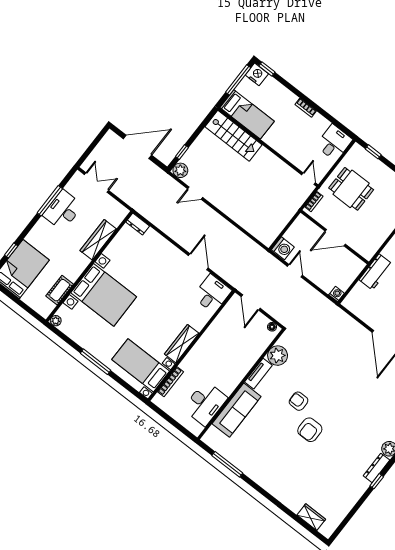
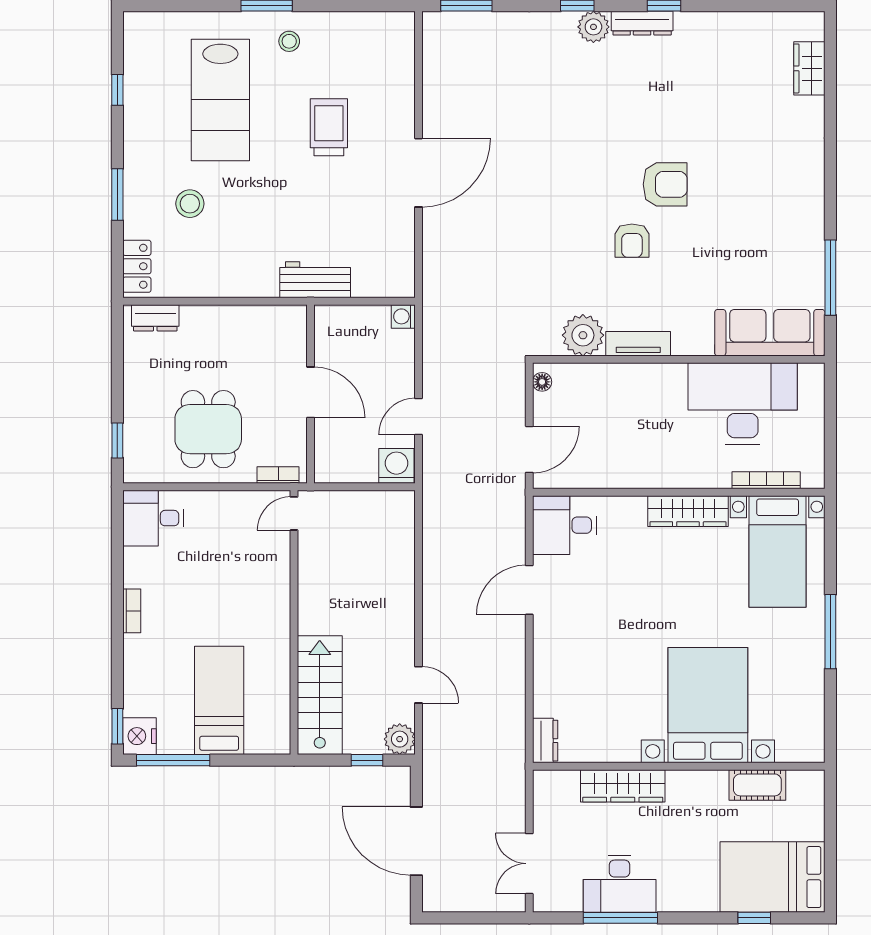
stairs: (233, 136) -> (320, 695), moved
wall: (268, 147) -> (294, 622), moved
door: (309, 179) -> (294, 513), moved
plant: (56, 321) -> (814, 752), removed
desk: (205, 403) -> (743, 404), width x1.36, depth x1.30
sofa: (237, 410) -> (770, 333), moved

